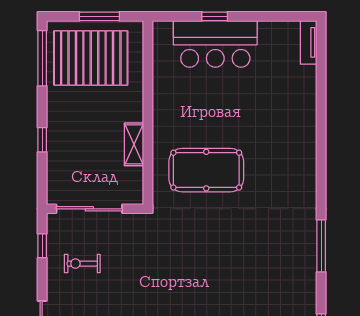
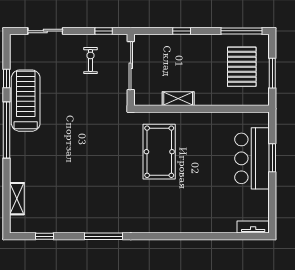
window: (215, 16) -> (272, 158), width x1.50
pallet: (91, 58) -> (242, 67), width x0.73, depth x0.71

